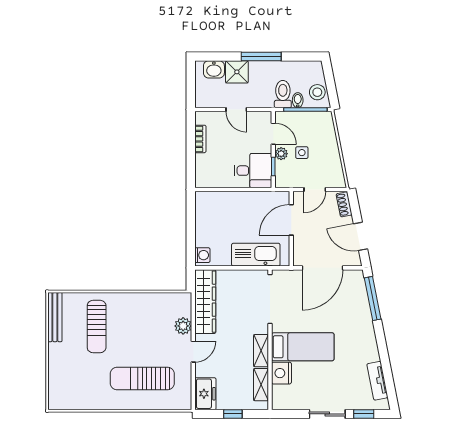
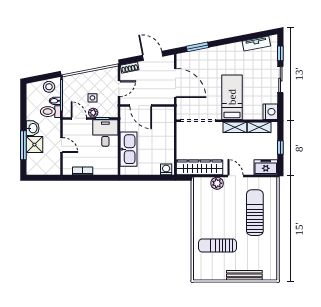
window: (261, 56) -> (23, 145), moved
washbasin: (214, 69) -> (33, 128), moved
door: (236, 110) -> (61, 145), hinge flipped
door: (273, 134) -> (79, 118), hinge flipped
door: (315, 190) -> (119, 89), hinge flipped
door: (360, 236) -> (153, 56), swing flipped
kitchen sink: (256, 255) -> (128, 149), moved, turned 180
window: (373, 299) -> (197, 47), width x0.69
bench: (55, 317) -> (244, 275), moved
sun lounger: (97, 327) -> (217, 245), turned 180
nightstand: (281, 373) -> (270, 112), moved, turned -90
sun lounger: (142, 379) -> (255, 213), turned 180

